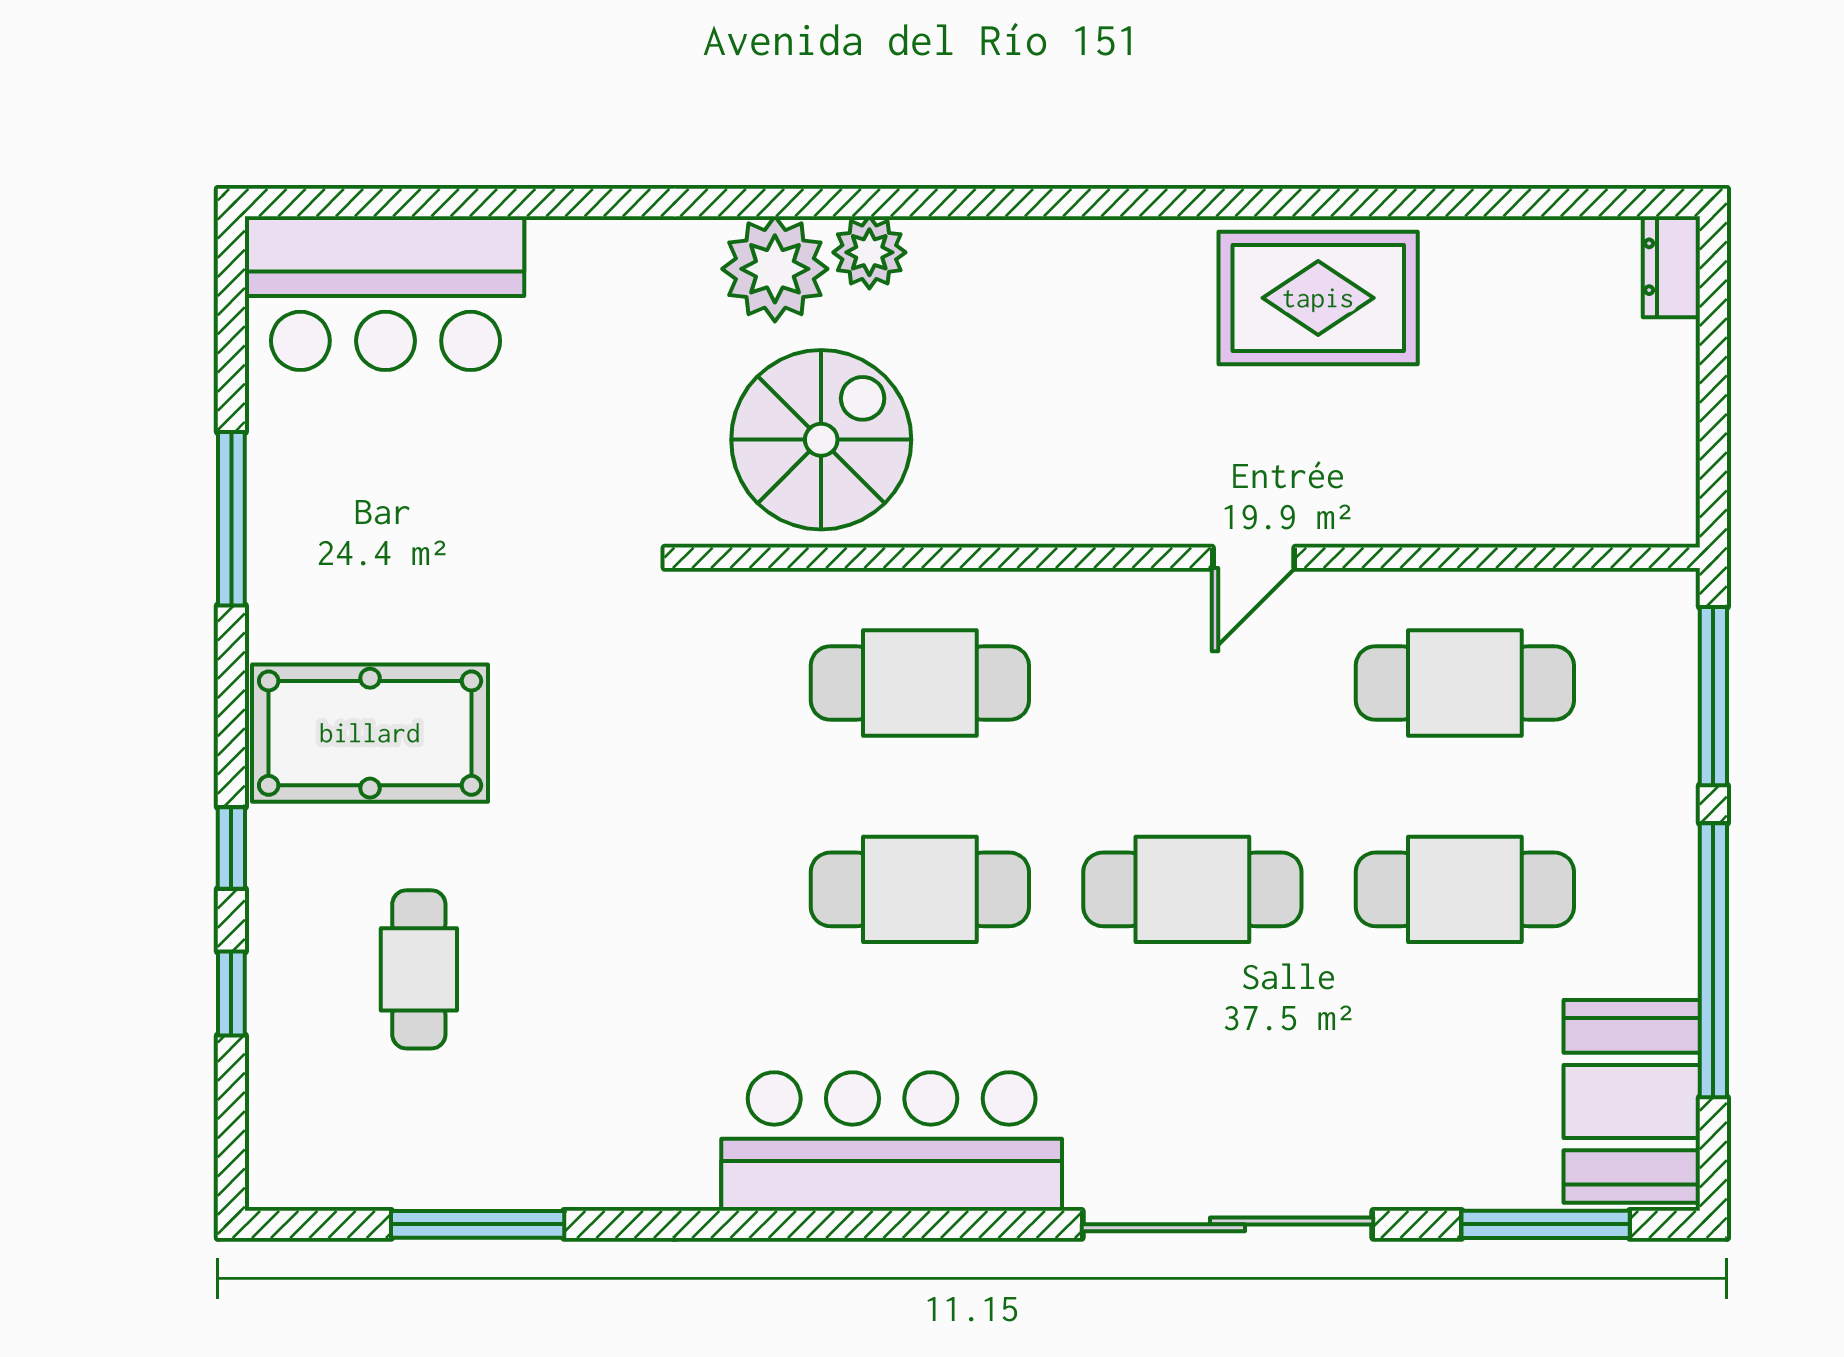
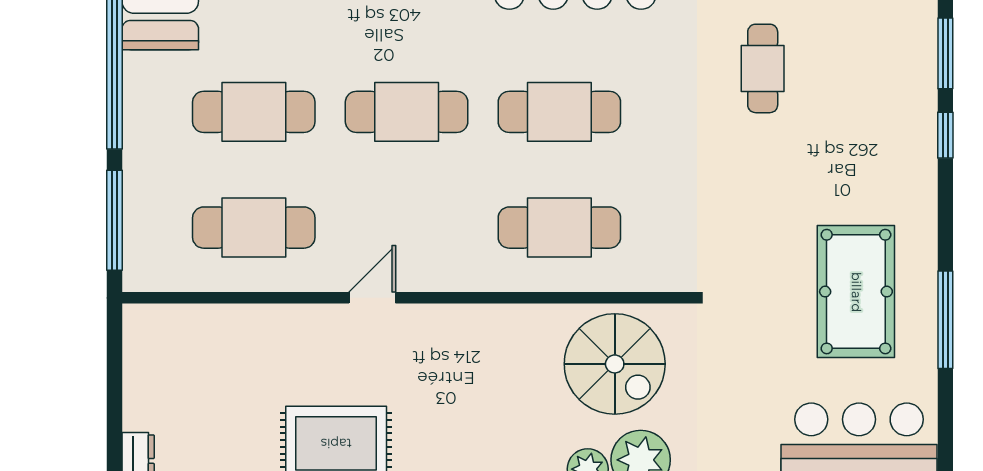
spiral stairs: (821, 440) -> (615, 364), turned -90
pool table: (370, 733) -> (856, 292), moved, turned 90
cafe table: (419, 969) -> (763, 68), moved
window: (231, 994) -> (945, 53), width x1.50

